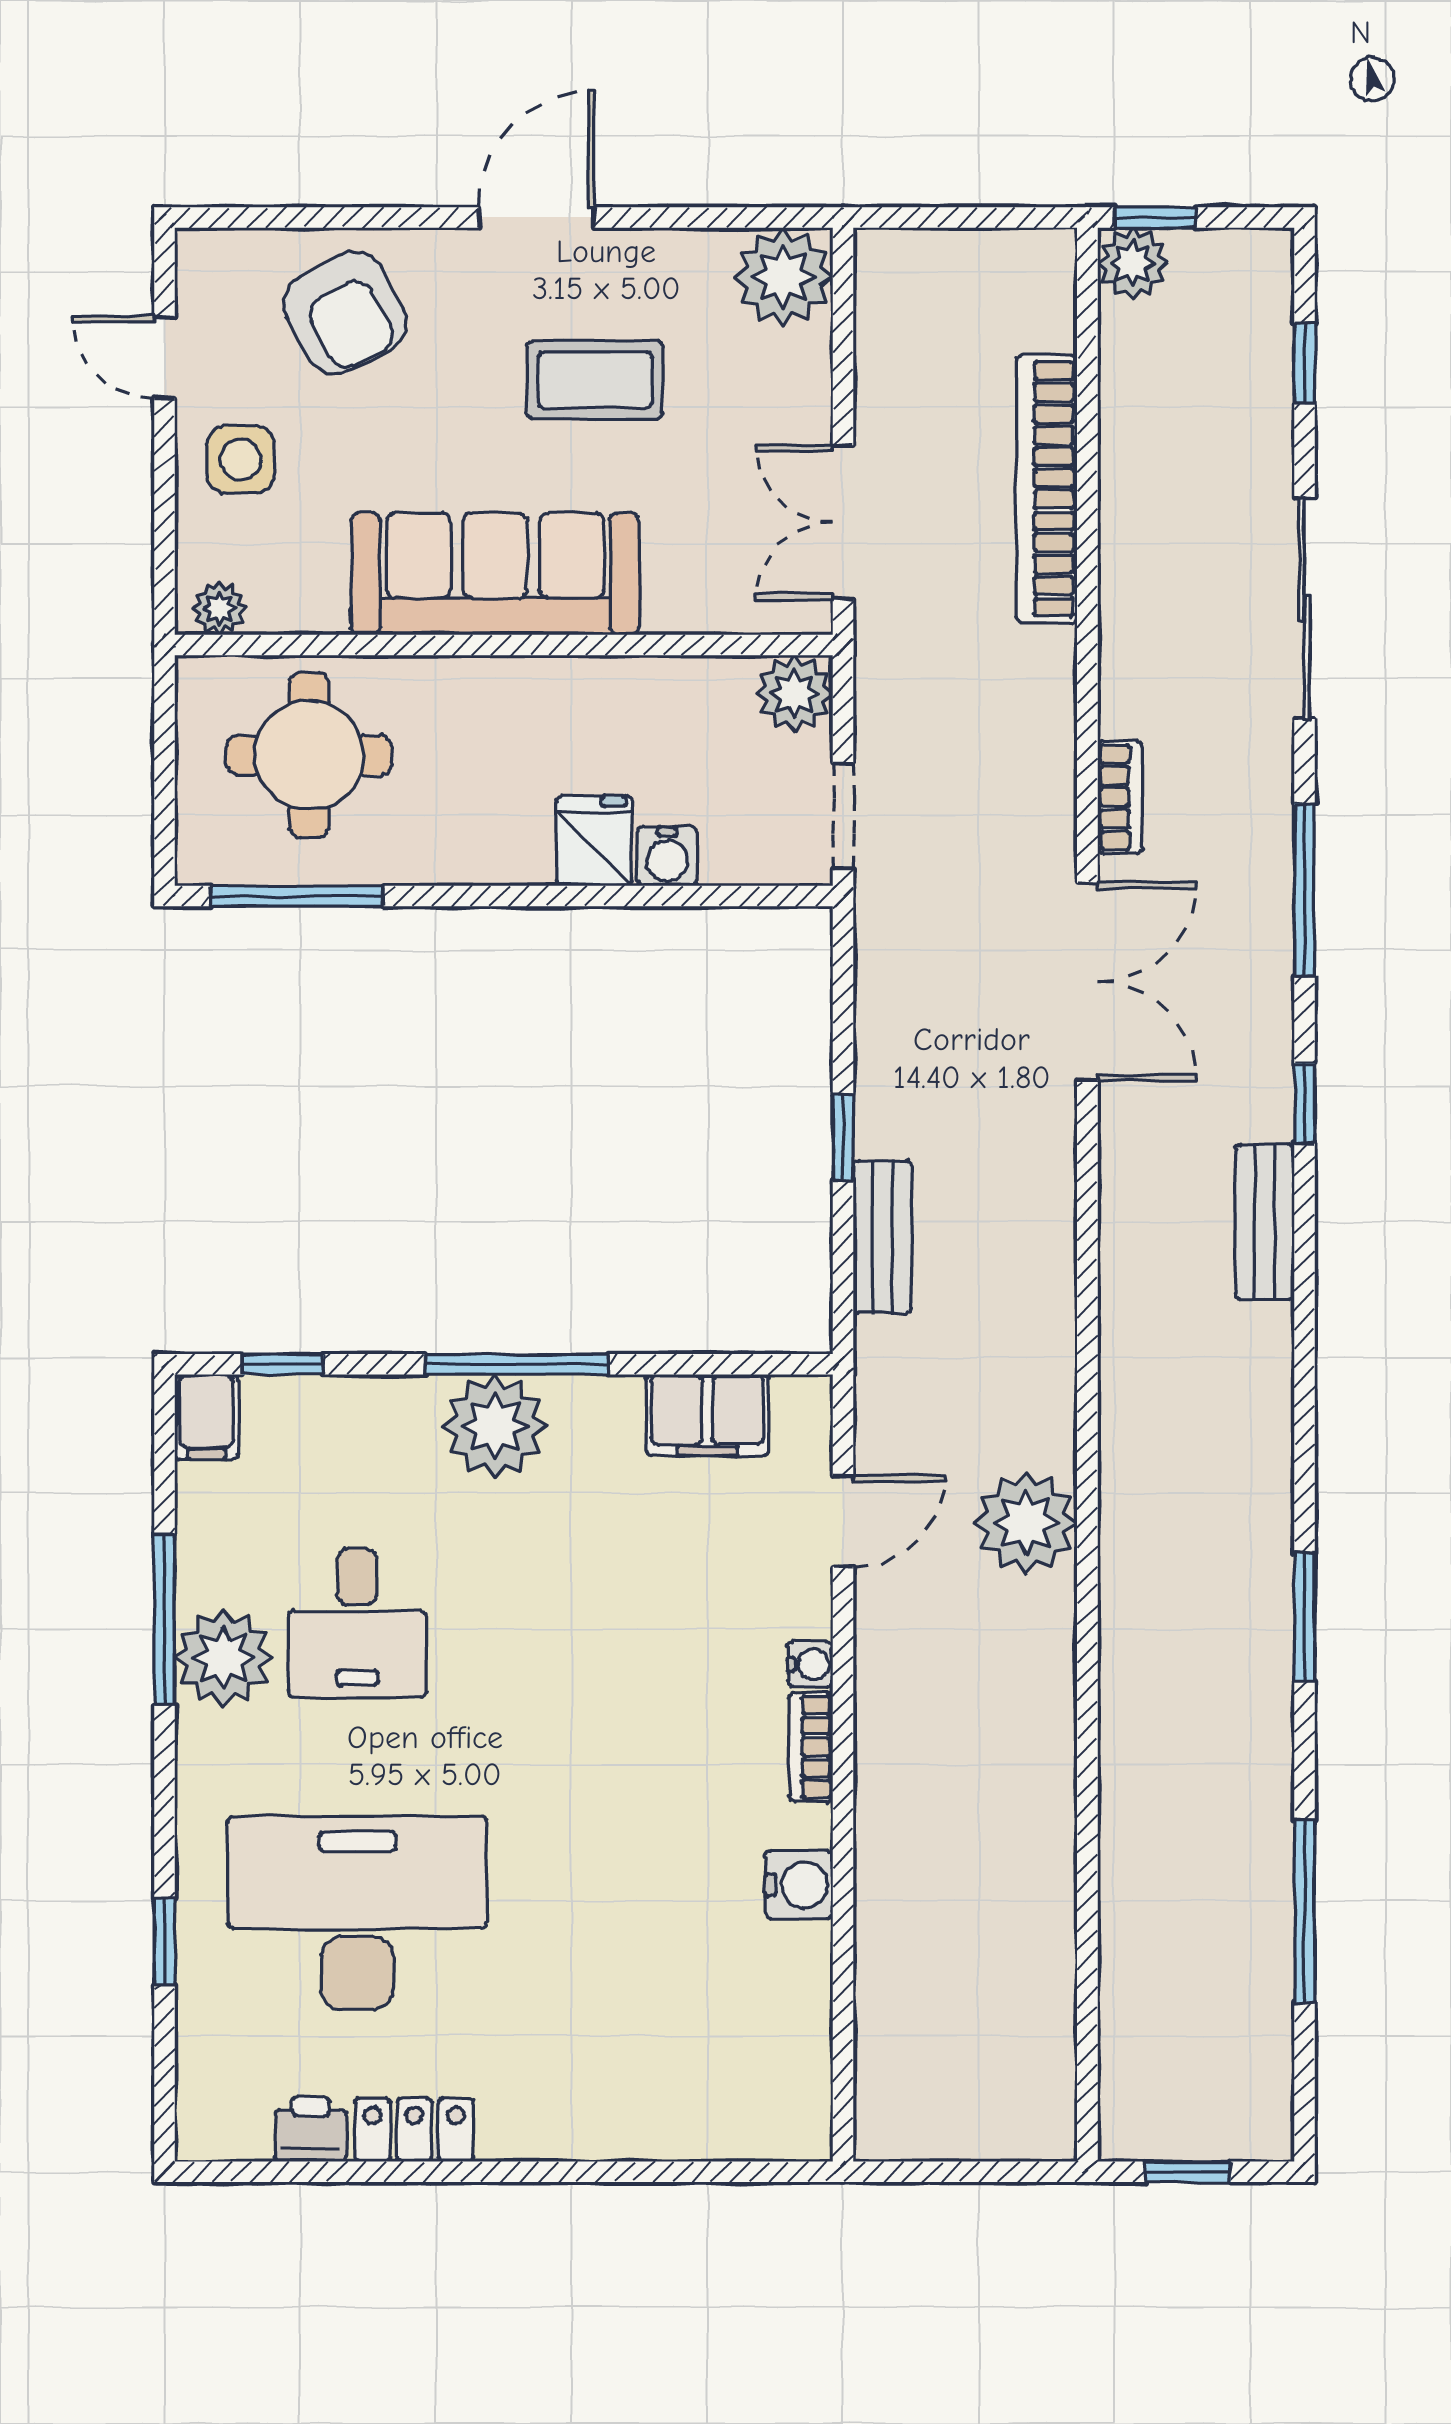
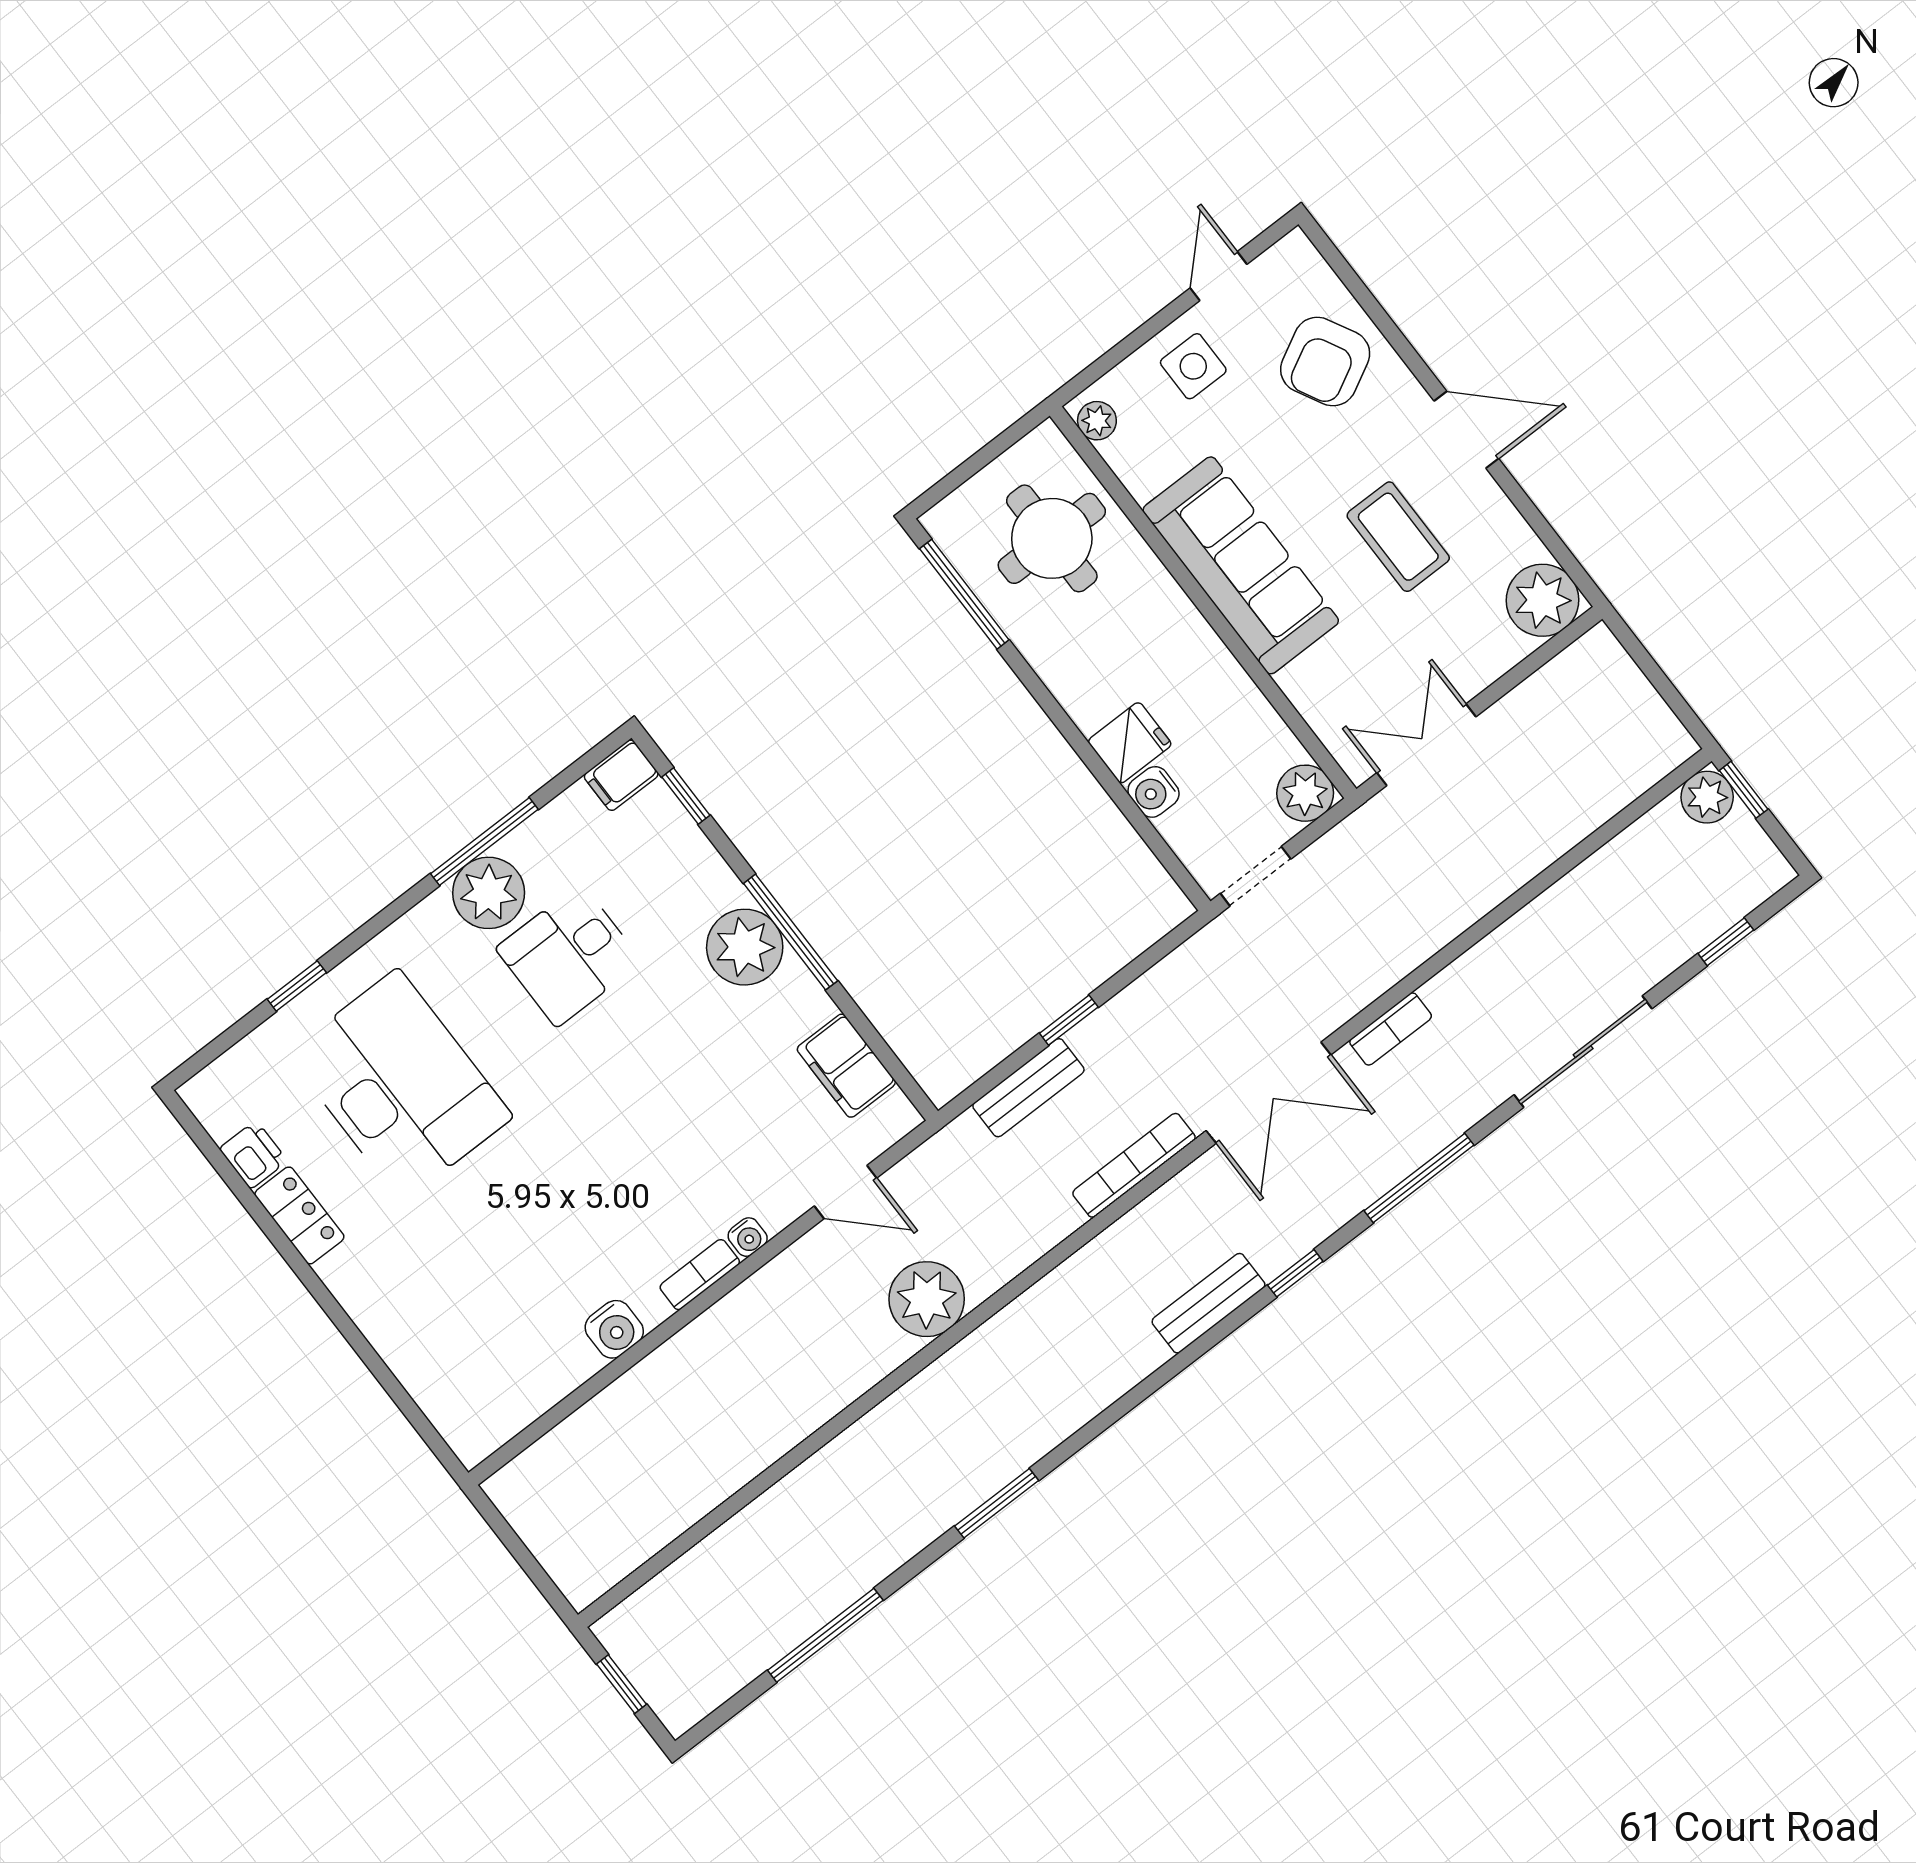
bookcase: (1047, 489) -> (1134, 1165), moved, width x0.68, depth x0.76

